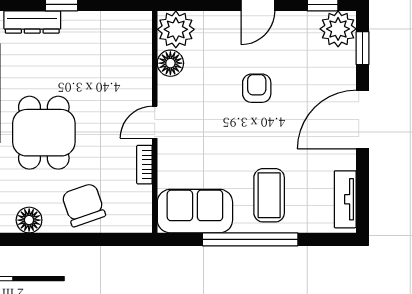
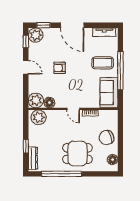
plant: (134, 36) -> (39, 117), added

